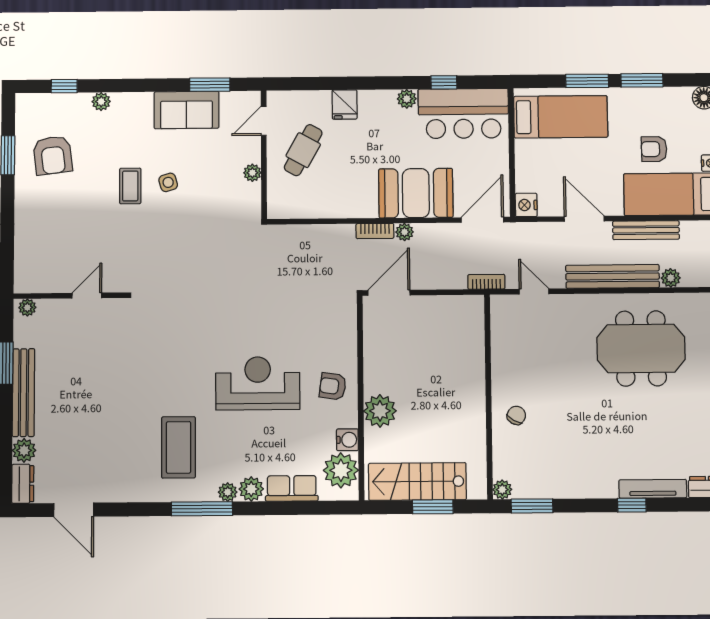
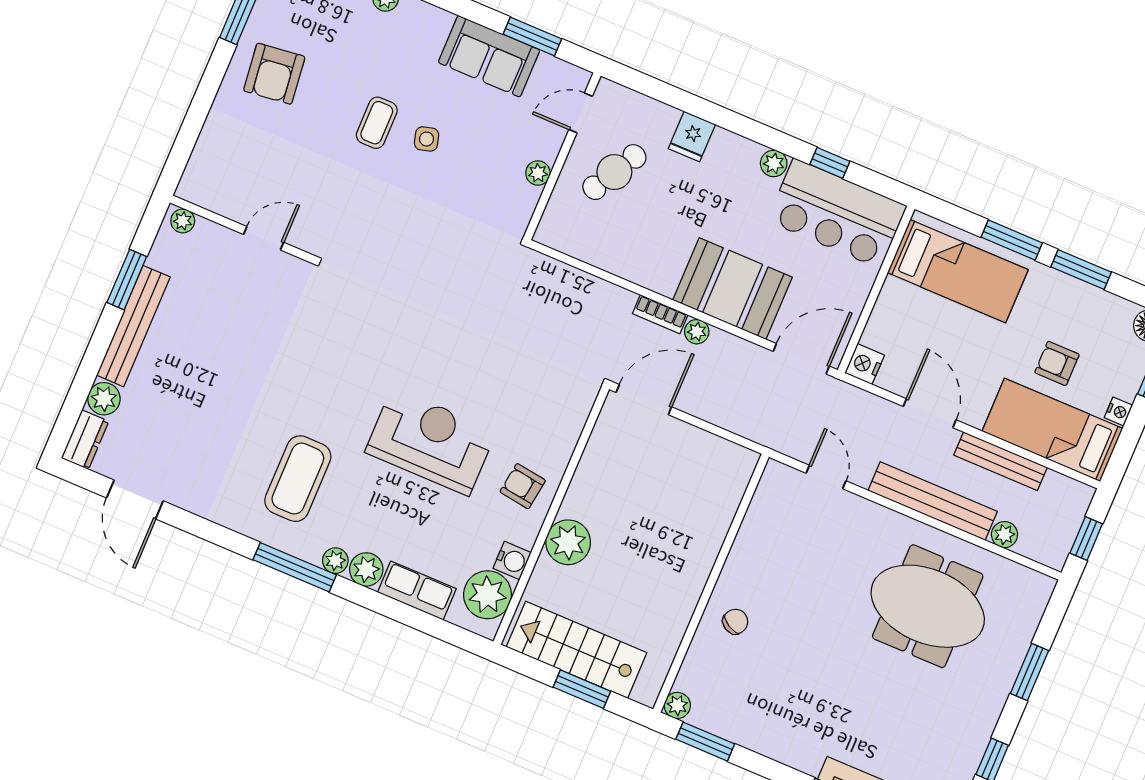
armchair: (53, 155) -> (274, 74), moved
bookcase: (486, 282) -> (772, 439), removed

